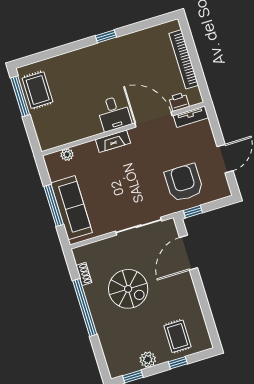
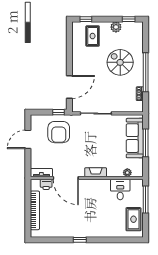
window: (20, 96) -> (146, 199), moved
desk: (114, 113) -> (120, 190), moved
spiral stairs: (128, 289) -> (120, 62), moved
window: (178, 363) -> (86, 19), moved

